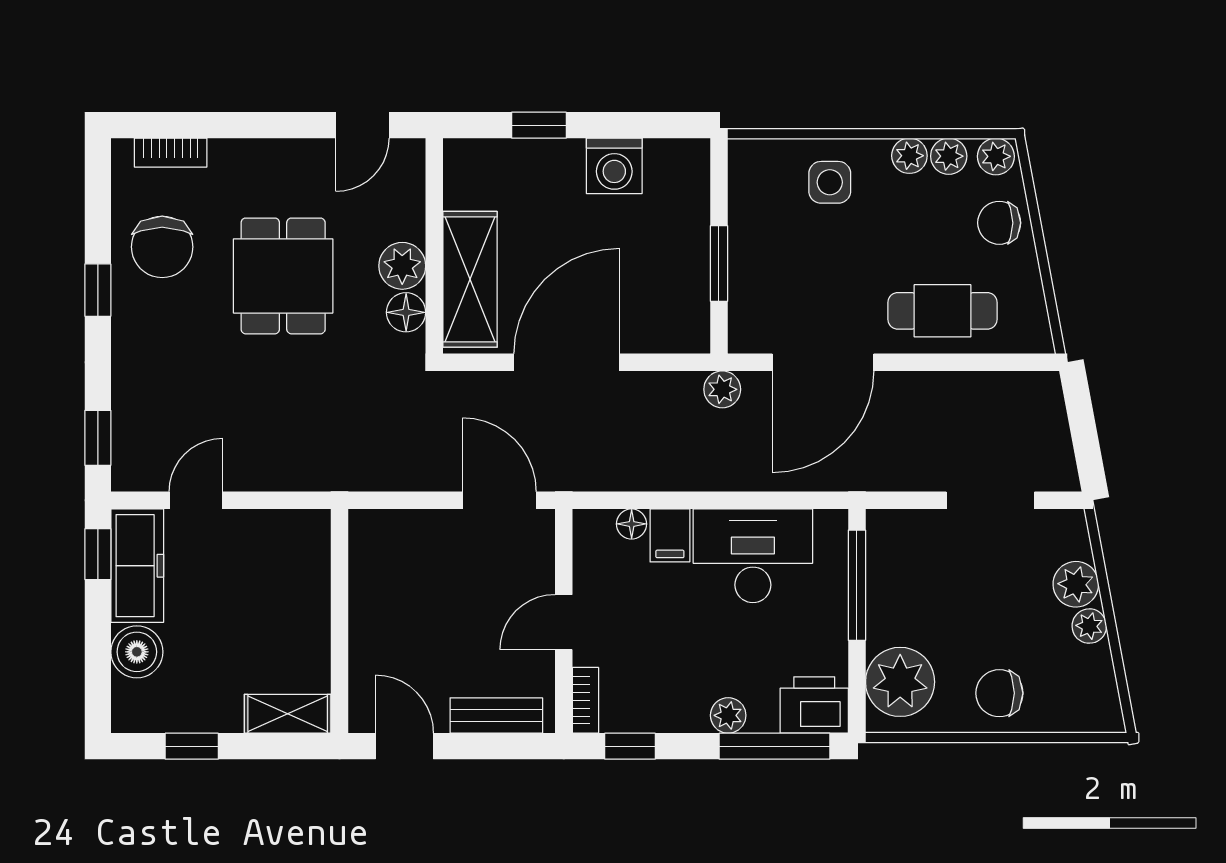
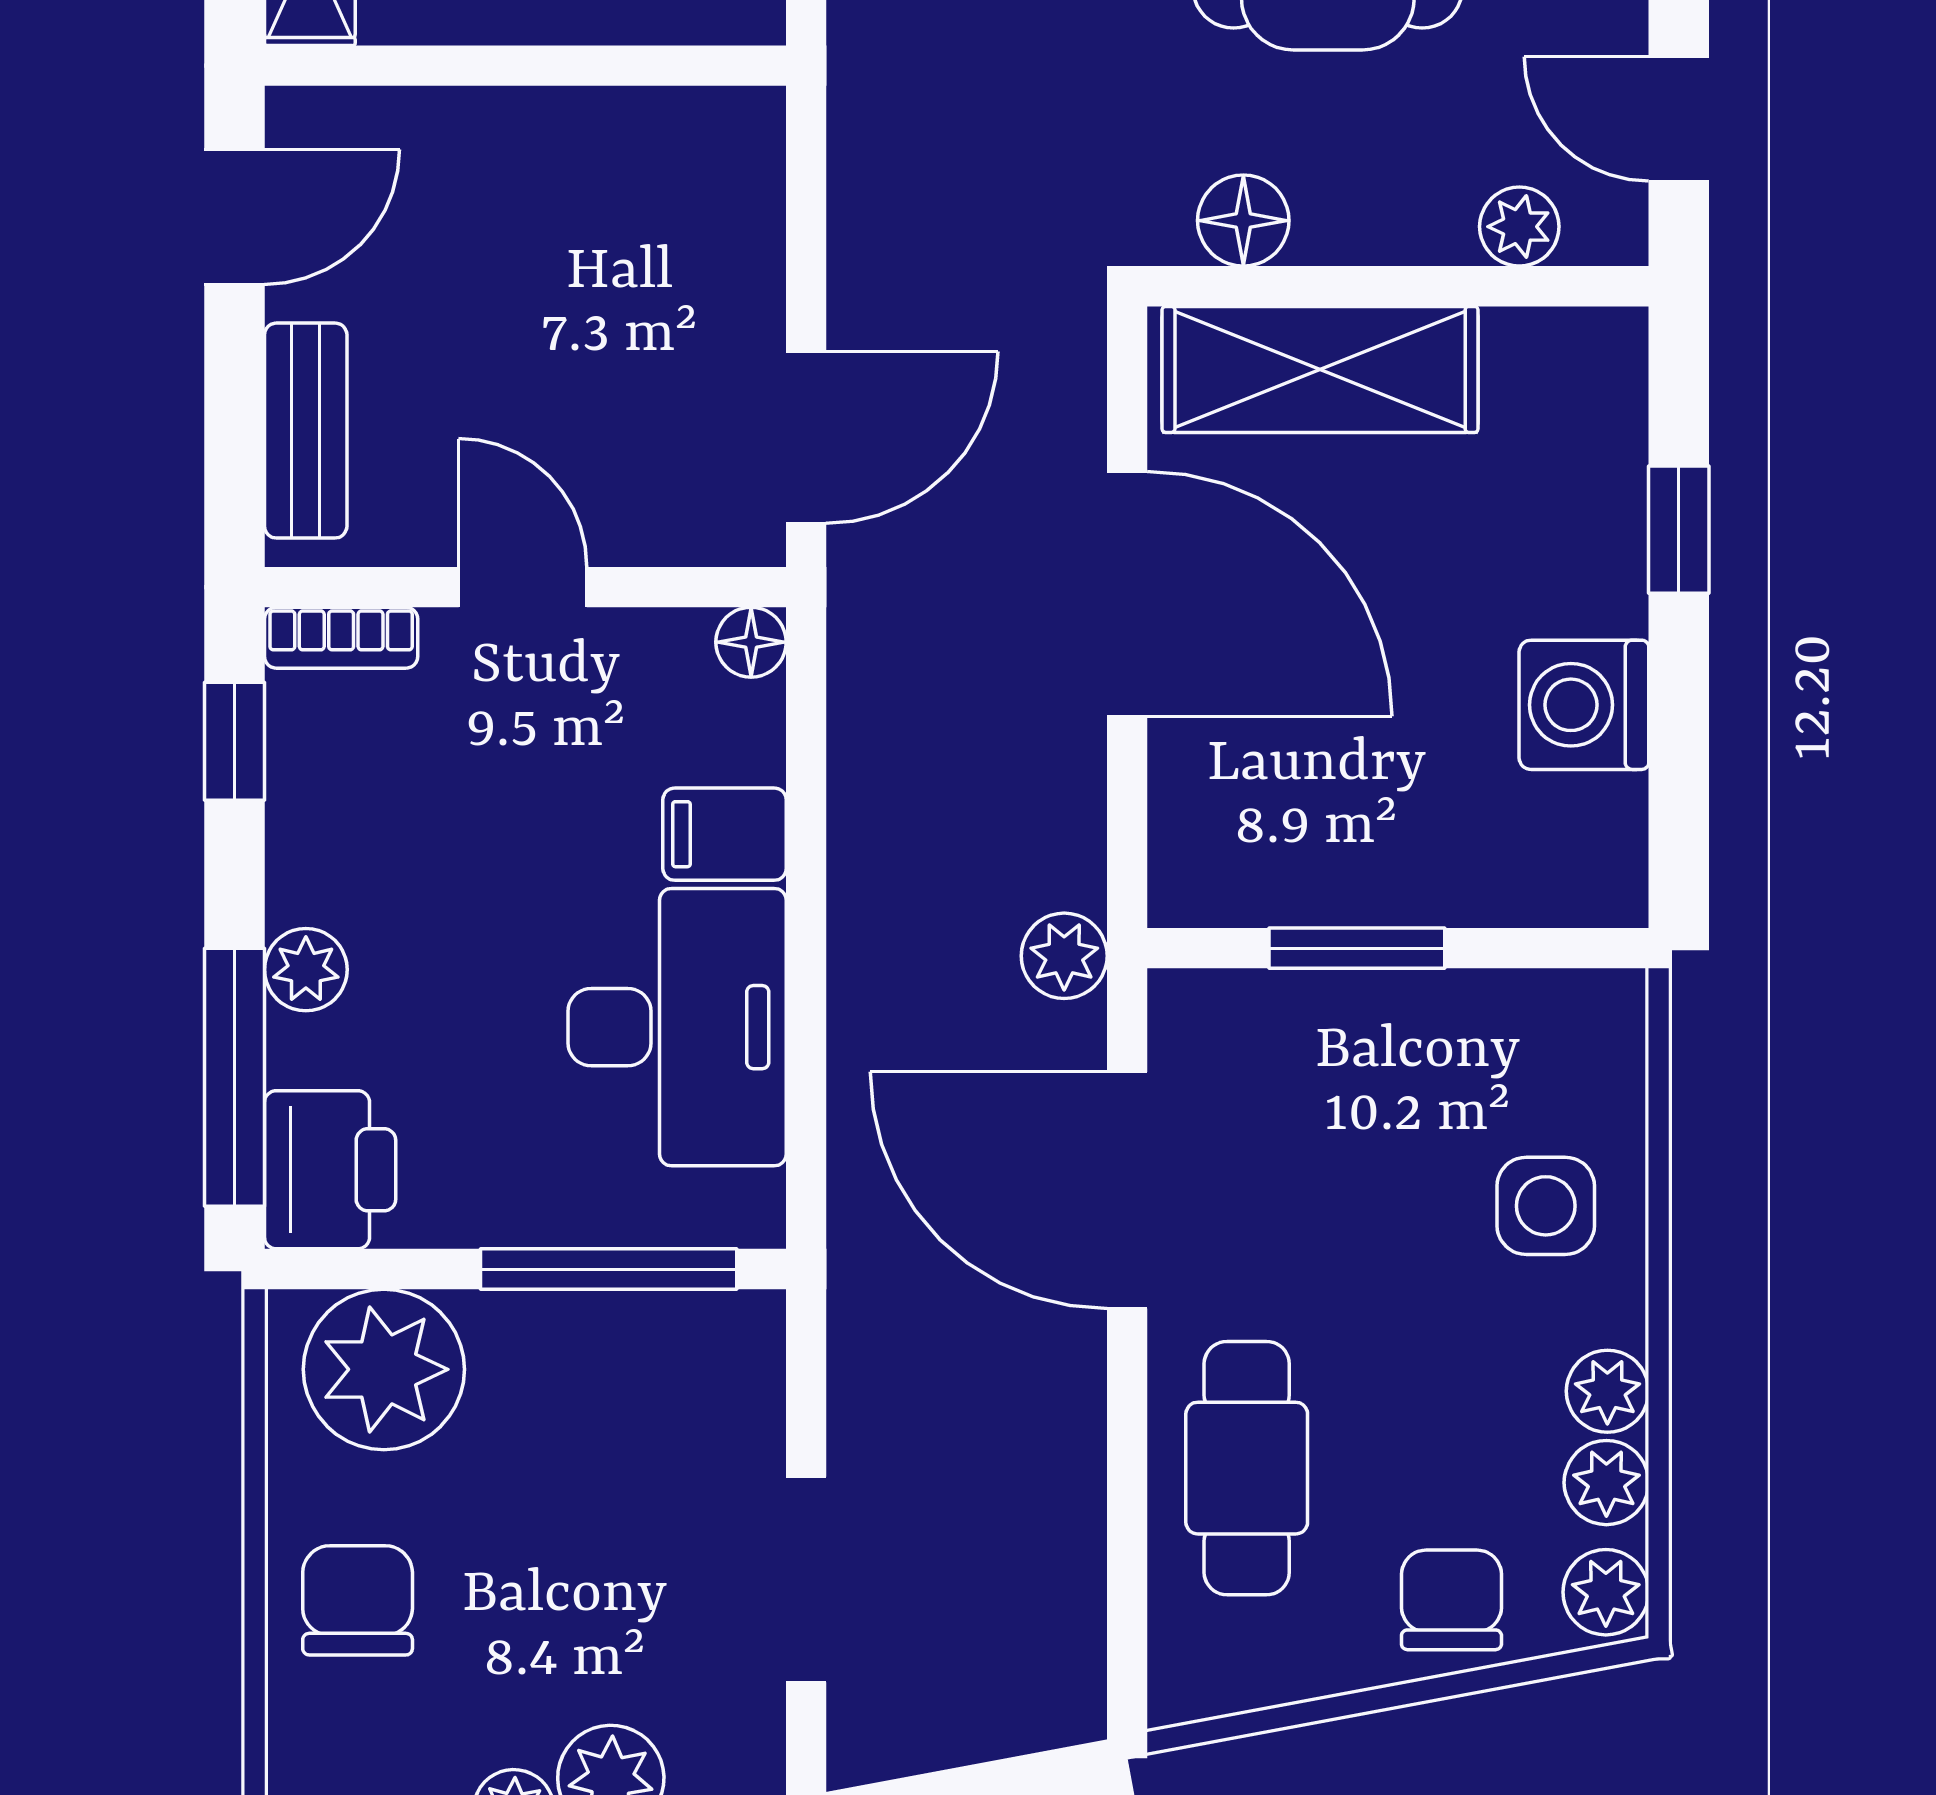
plant: (402, 266) -> (1519, 227), moved, width x0.73, depth x0.73
floor lamp: (632, 524) -> (751, 642), moved

